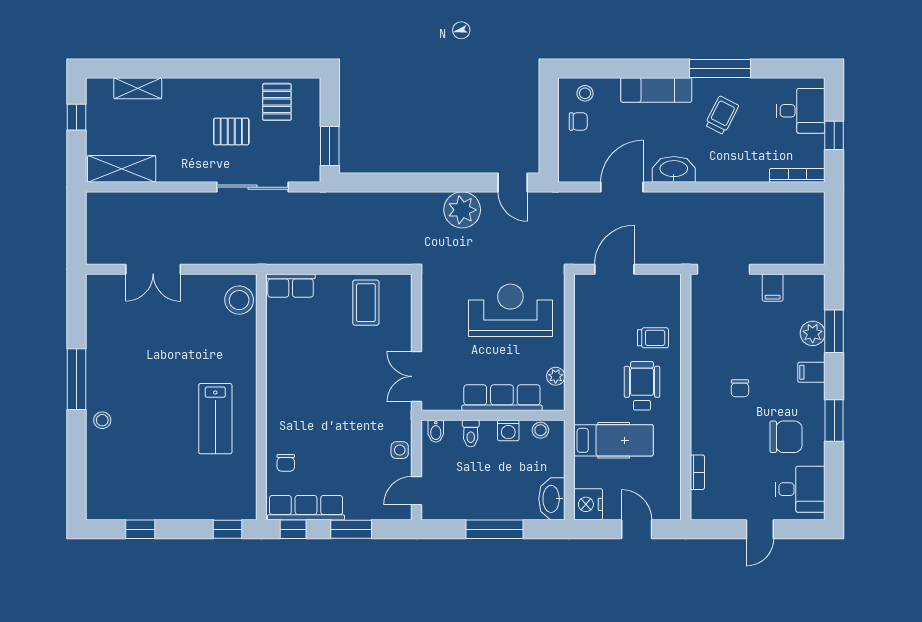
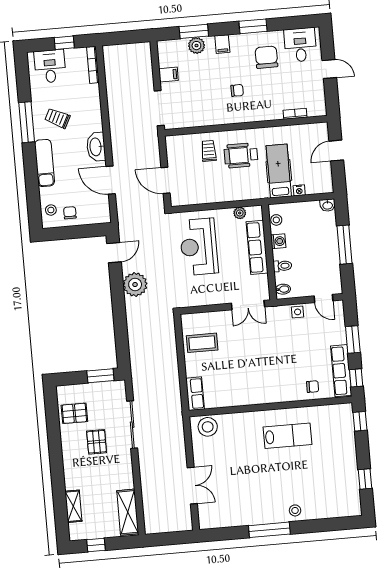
washbasin: (552, 499) -> (328, 205), width x0.52, depth x0.69
nightstand: (588, 504) -> (299, 190), moved, width x0.53, depth x0.56

